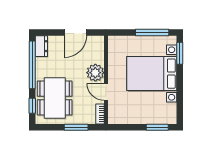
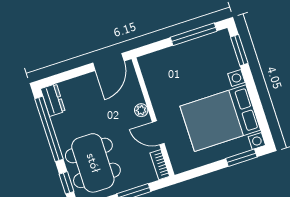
door: (76, 32) -> (108, 62), moved
plant: (95, 73) -> (141, 110), width x0.53, depth x0.53
bed with nightstands: (152, 74) -> (220, 118), moved

